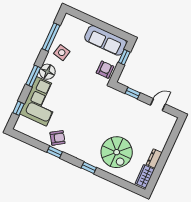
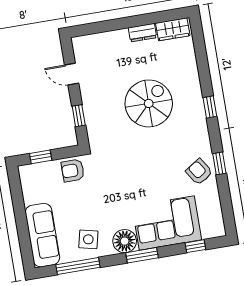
sofa: (106, 40) -> (42, 235), moved
spiral stairs: (117, 152) -> (149, 103), moved

